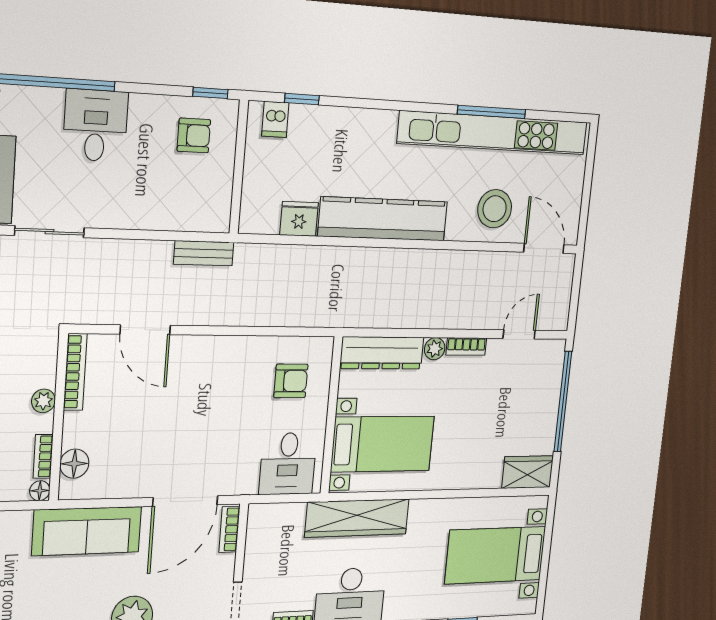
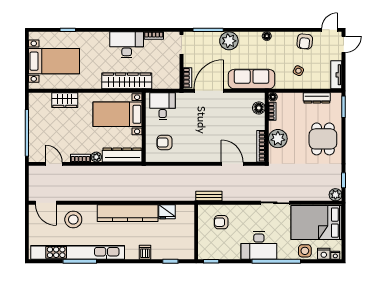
dishwasher: (275, 119) -> (145, 252), moved
desk: (96, 125) -> (259, 246), width x1.37
armchair: (194, 135) -> (221, 222), moved
door: (519, 334) -> (54, 164), swing flipped
plant: (43, 401) -> (278, 139), width x1.88, depth x1.88
wardrobe: (528, 472) -> (65, 100), moved

